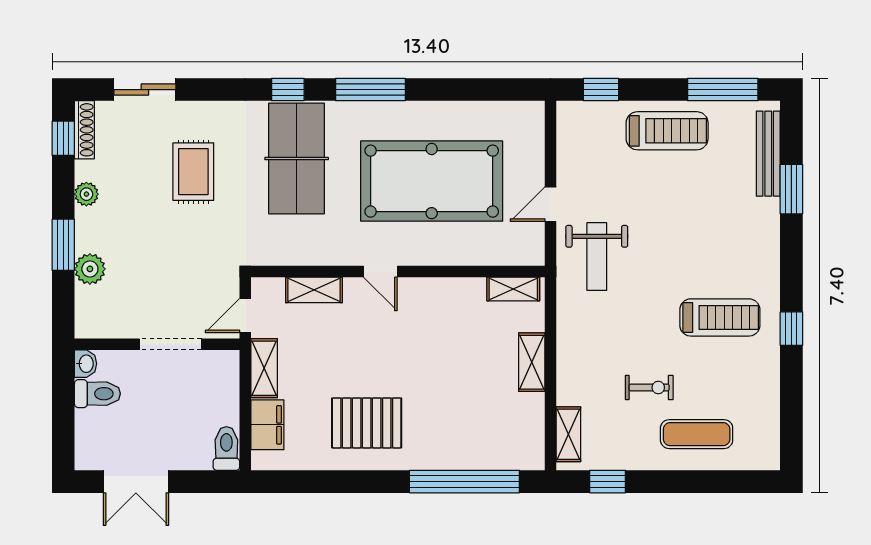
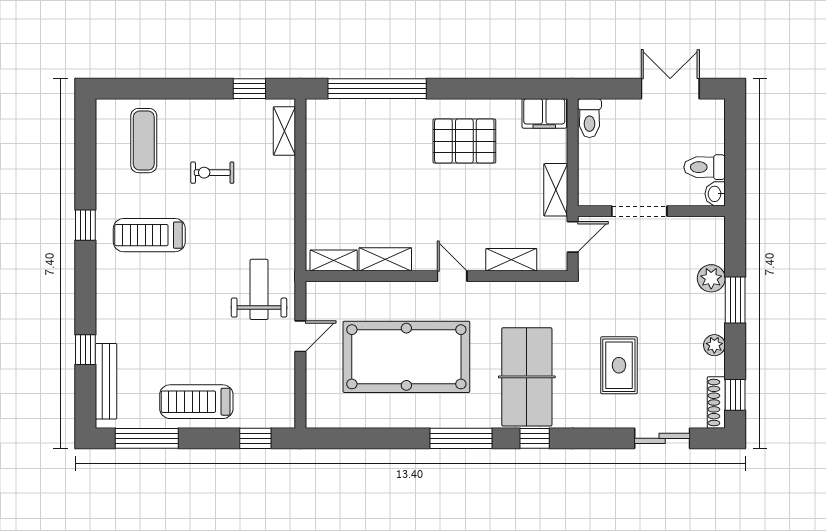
window: (791, 189) -> (85, 350), width x0.67
shelving: (532, 362) -> (385, 259), moved, turned 90
filing cabinet: (267, 425) -> (544, 113), moved, turned -90
exercise mat: (697, 434) -> (144, 141), moved, turned 90

